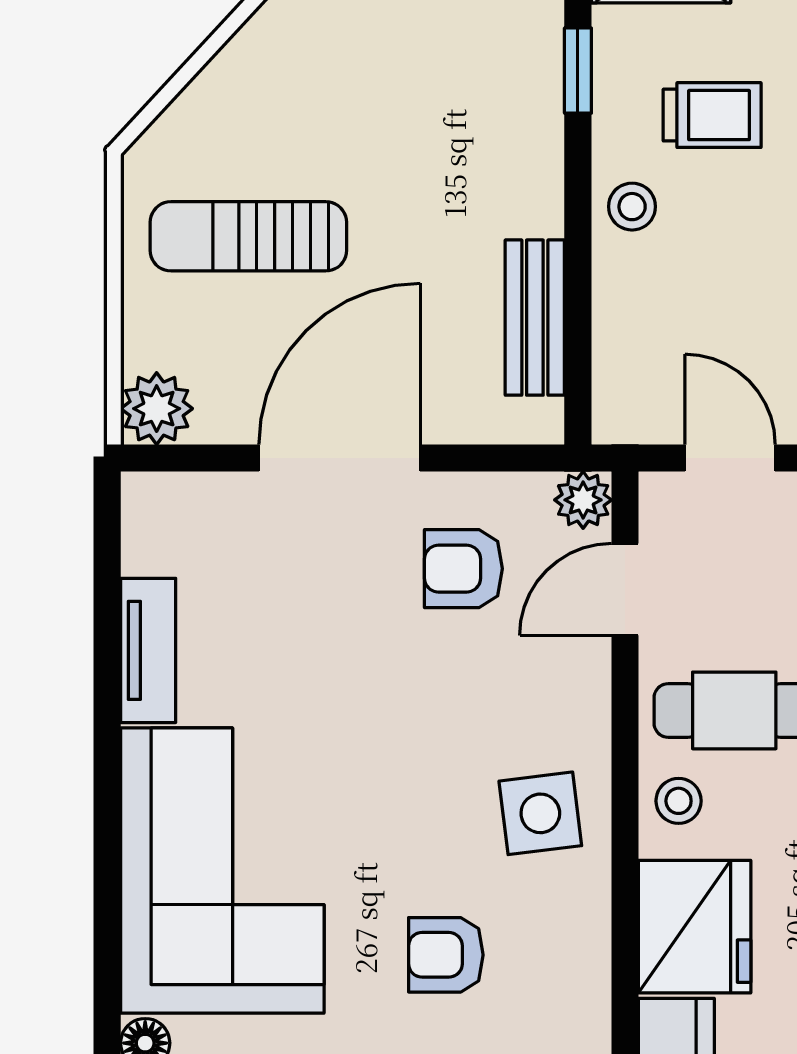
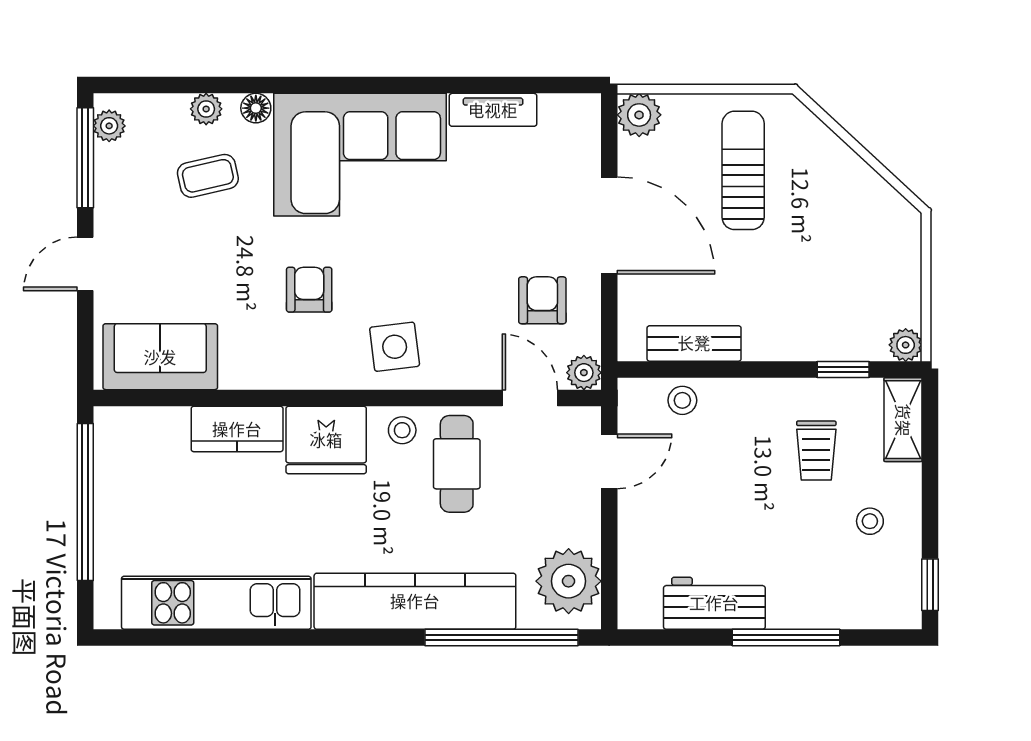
stool: (632, 207) -> (682, 400), moved

